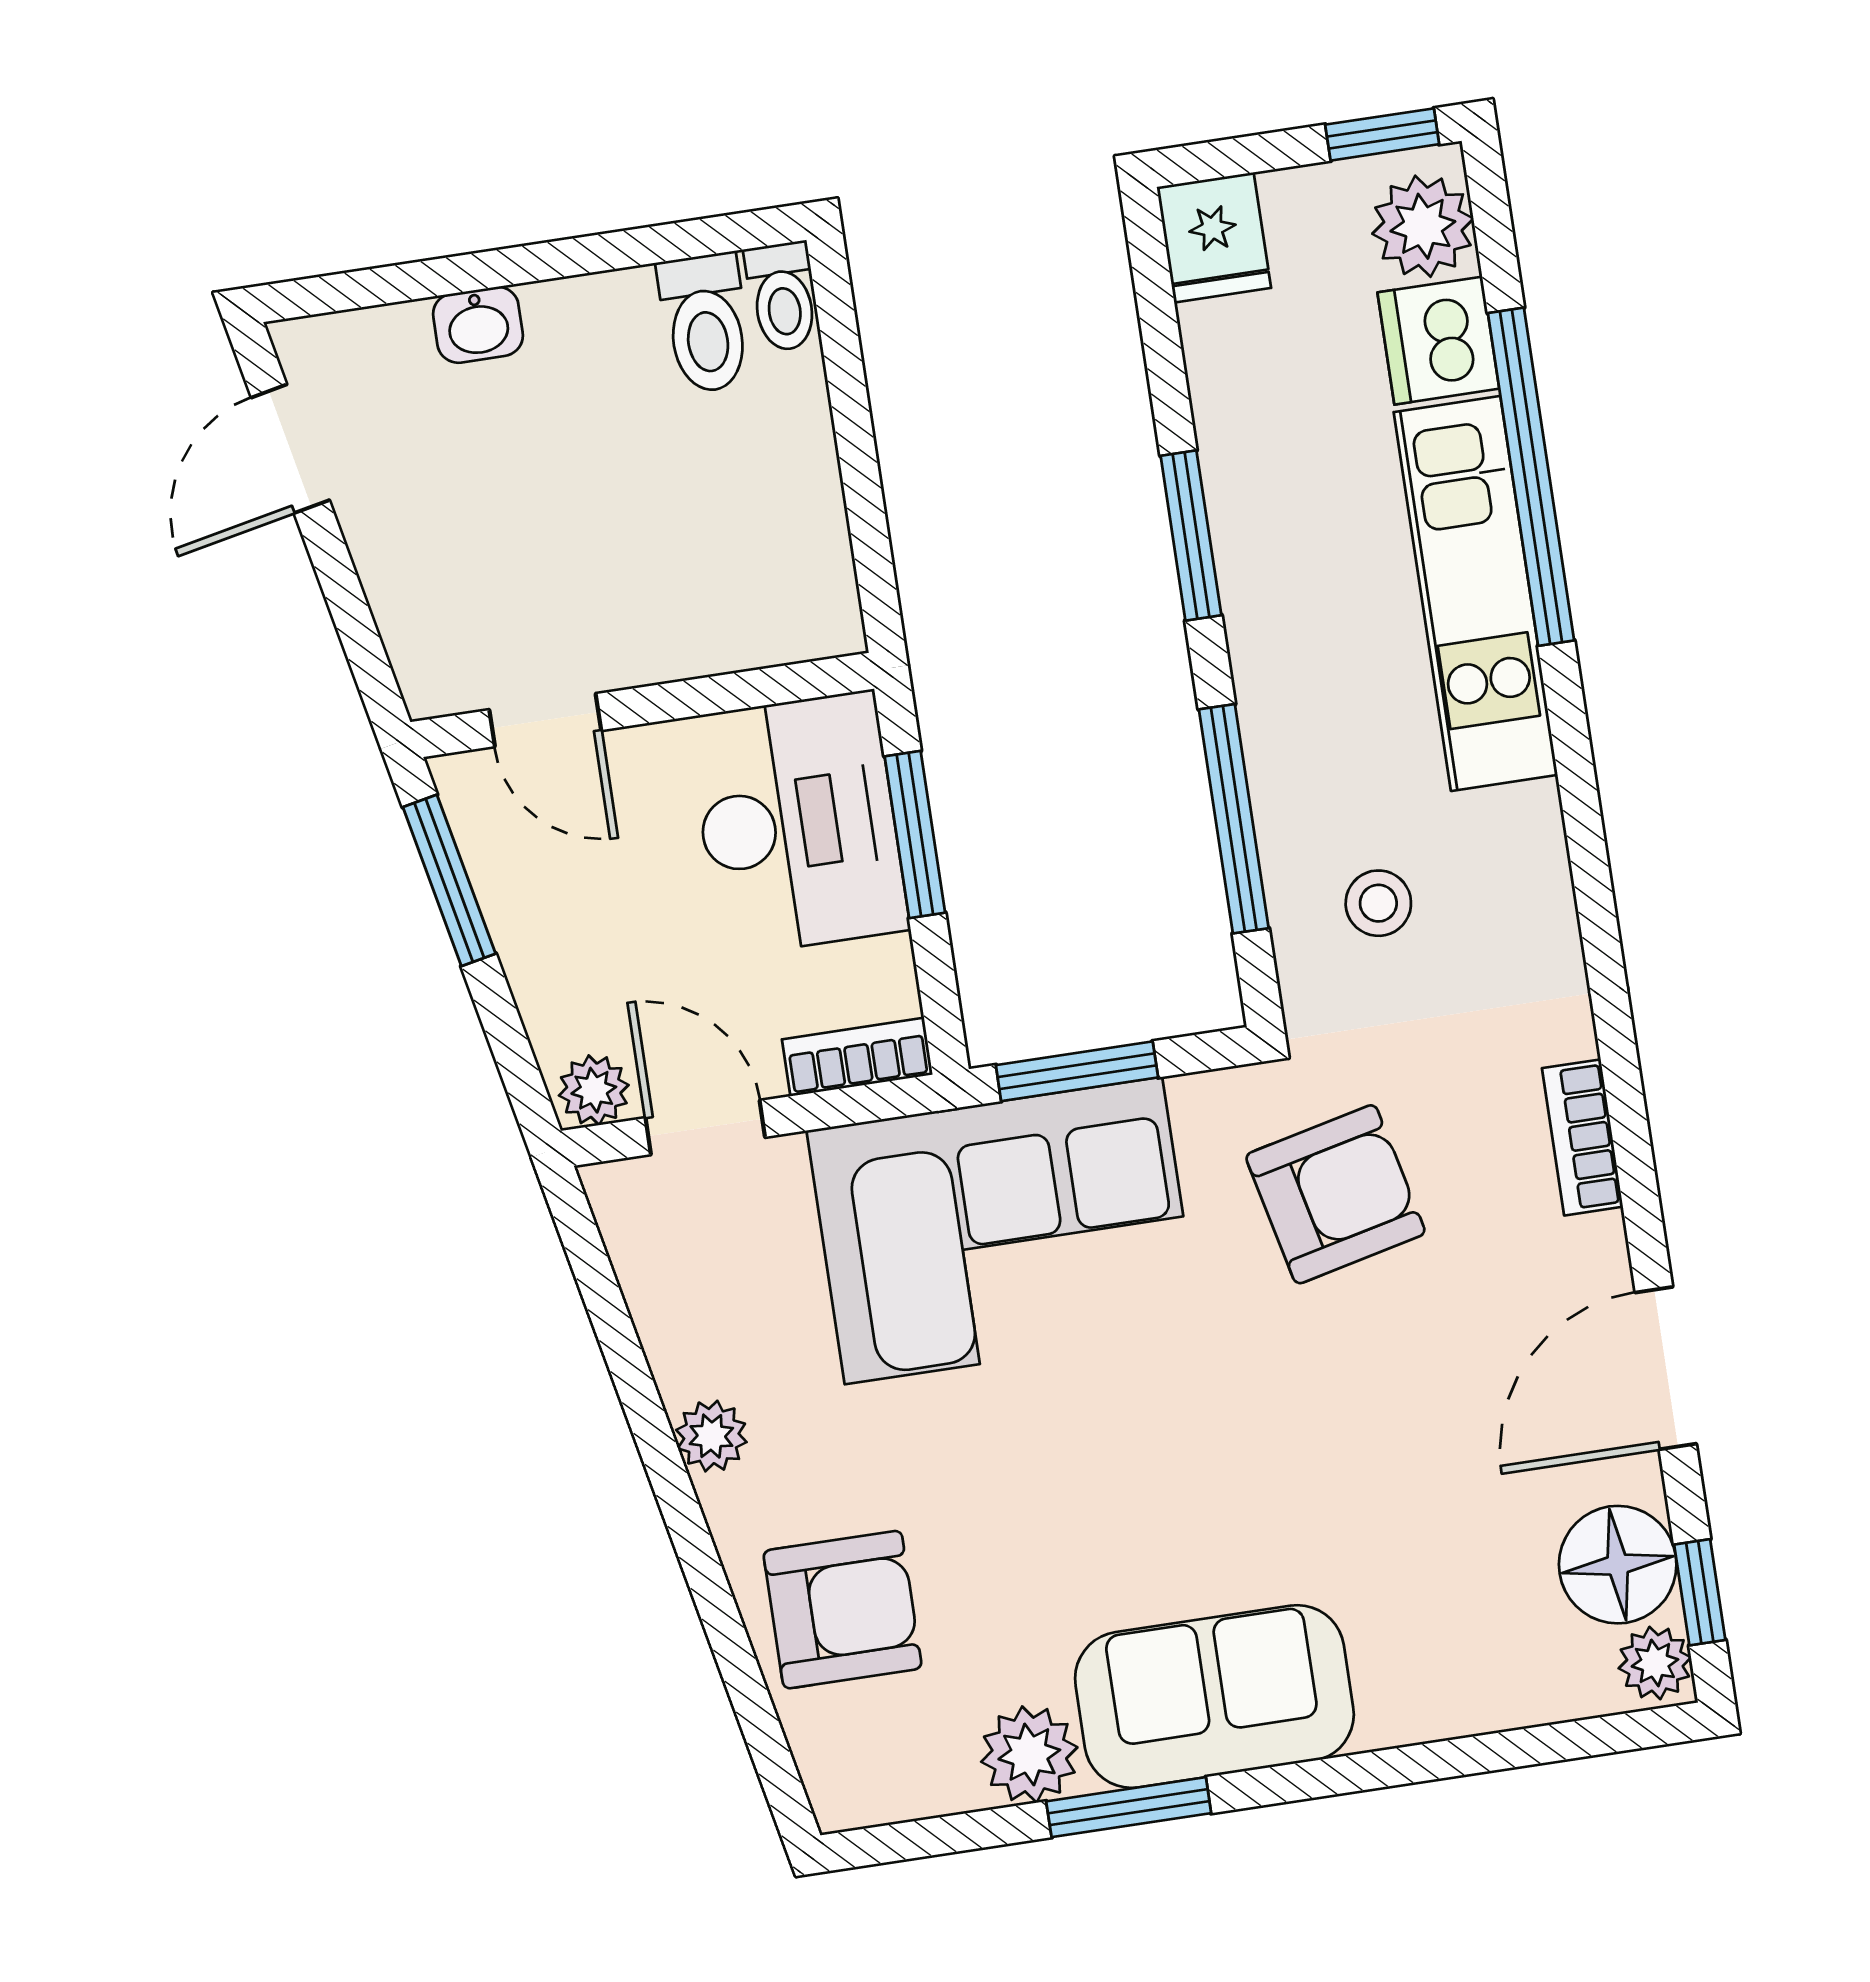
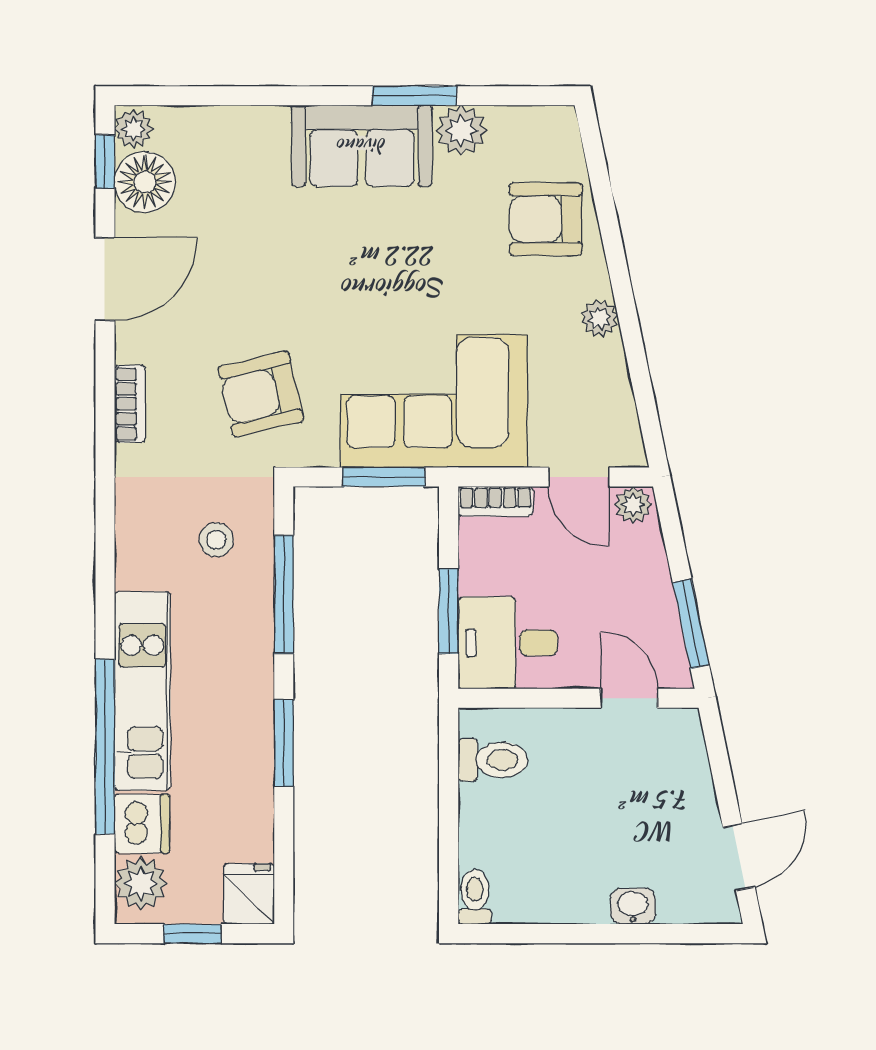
window: (1382, 134) -> (192, 934), moved
toilet: (705, 323) -> (493, 760), moved, turned 90
desk: (798, 824) -> (508, 643), width x0.73

